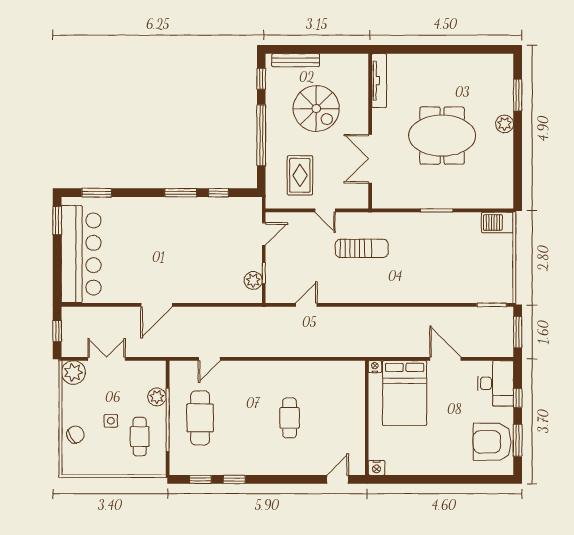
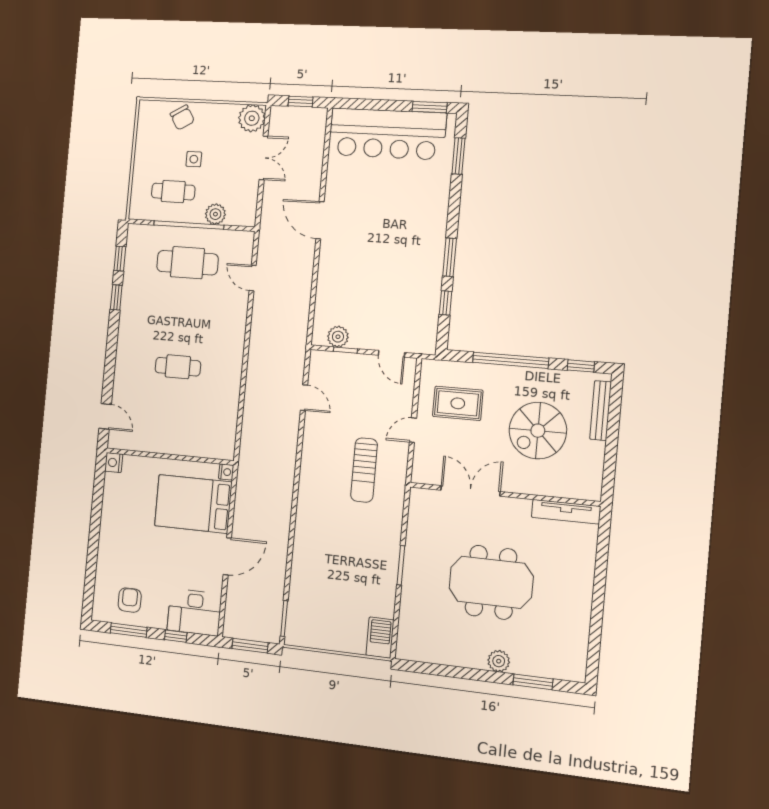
meeting table: (442, 136) -> (491, 582), turned 90
armchair: (492, 442) -> (130, 600), width x0.53, depth x0.53

